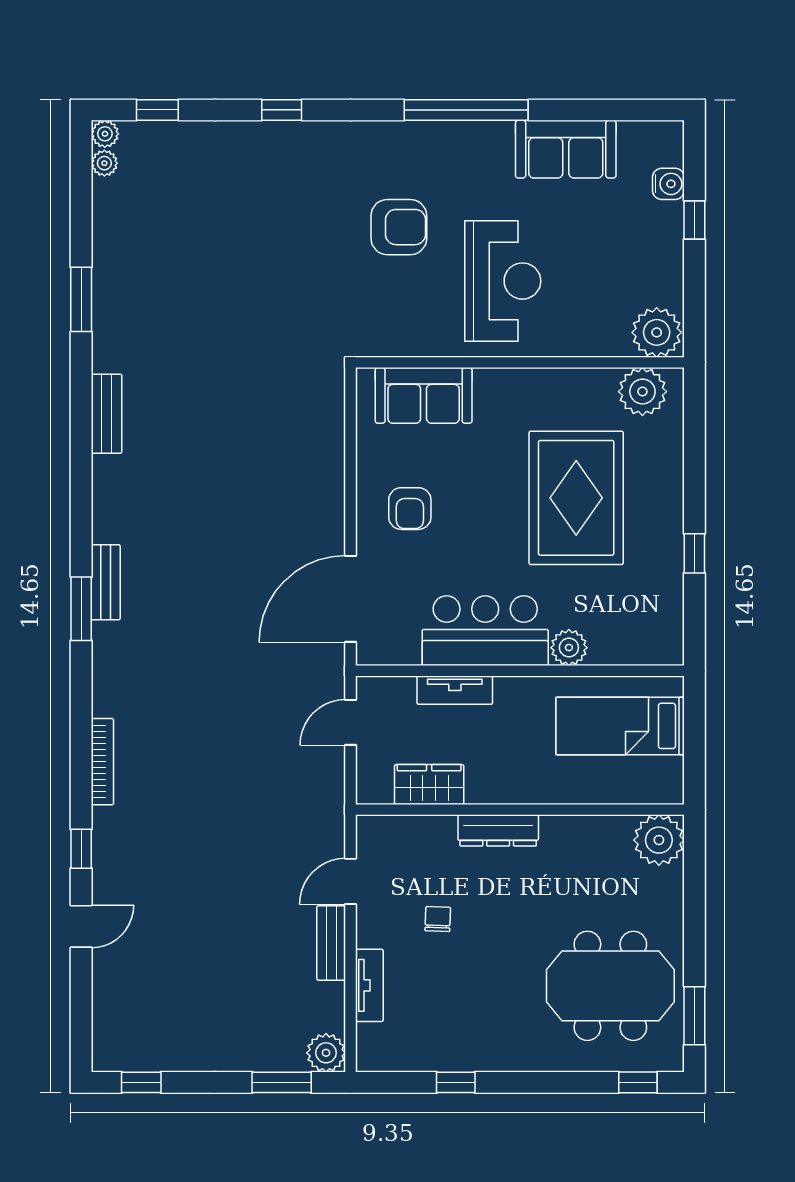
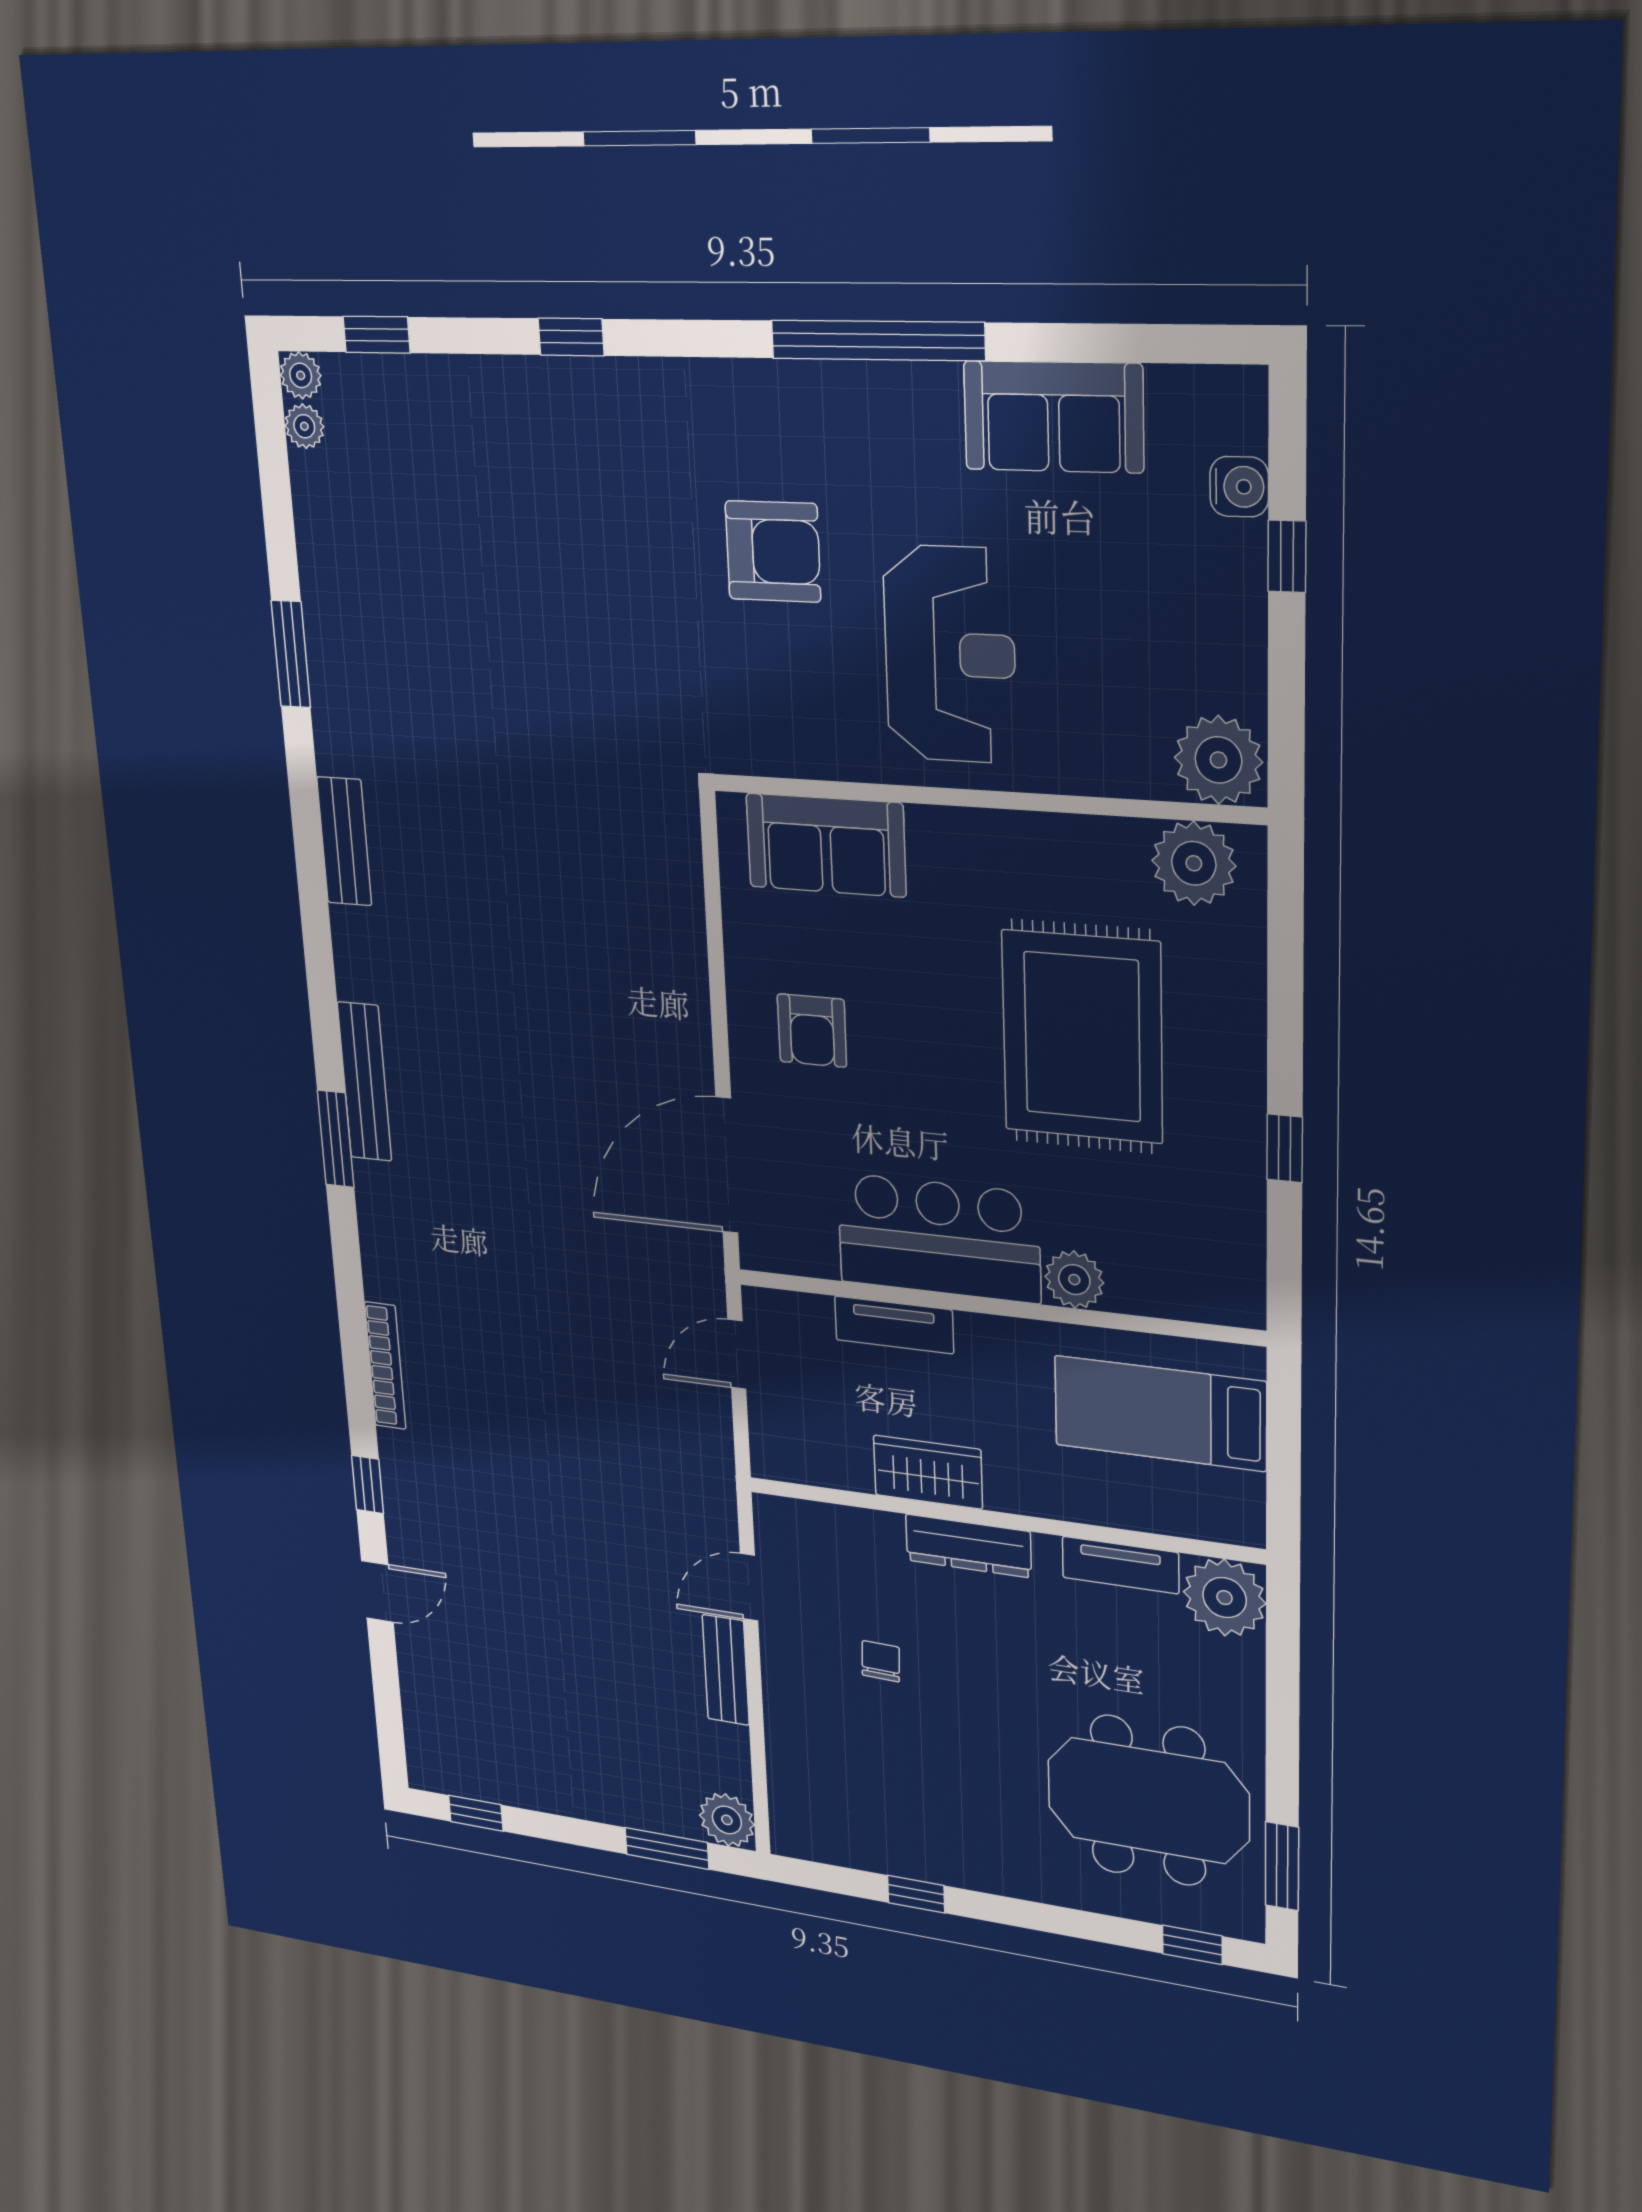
bench: (106, 582) -> (364, 1082), width x1.36
wardrobe: (429, 785) -> (928, 1472), moved
tv unit: (369, 985) -> (1120, 1565), moved, turned 90

